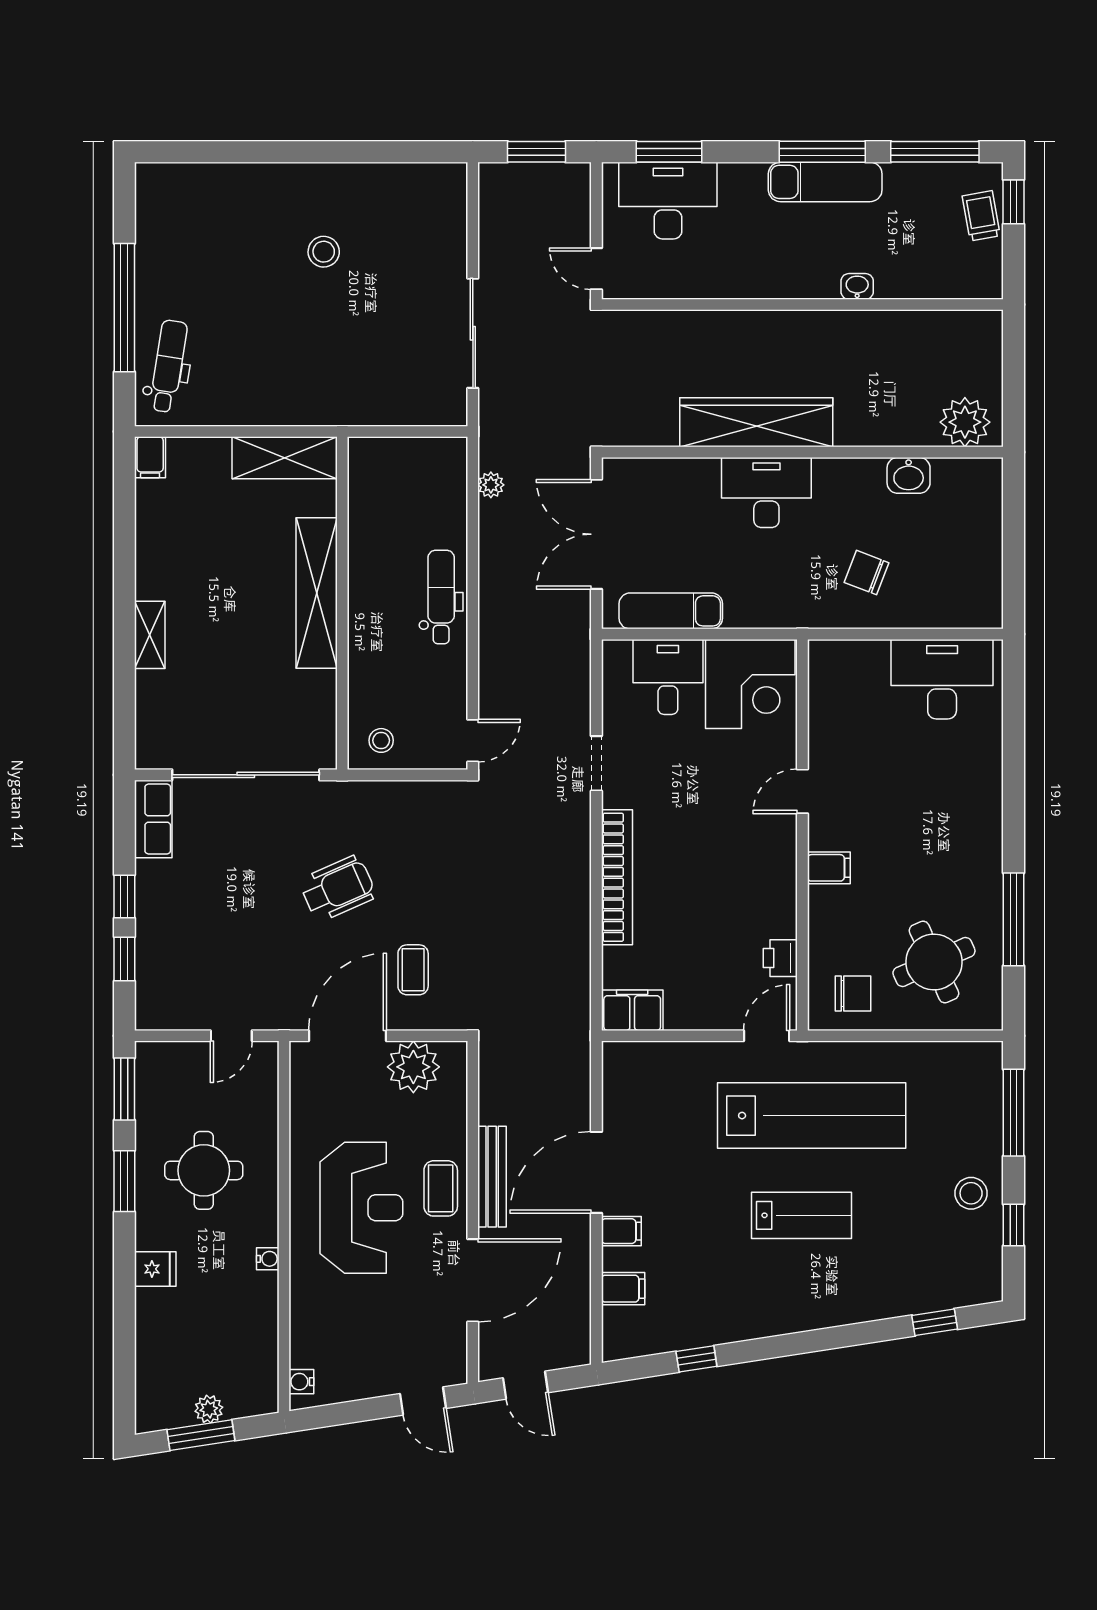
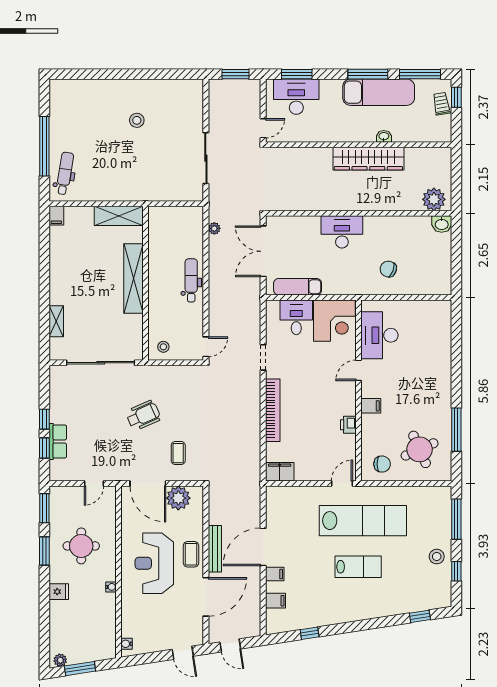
exam couch: (825, 182) -> (379, 92), width x1.36, depth x1.45
door: (596, 269) -> (263, 128), swing flipped
wardrobe: (756, 422) -> (368, 159), moved, turned 180
washbasin: (909, 475) -> (442, 224), moved
shelving: (150, 635) -> (56, 321), moved
desk: (942, 679) -> (379, 335), moved, turned -90
row of seats: (153, 819) -> (58, 441), moved
printer: (780, 958) -> (348, 425), moved
door: (348, 1036) -> (148, 484), swing flipped
reception desk: (361, 1208) -> (154, 563), turned 180
plant: (209, 1409) -> (60, 660), moved

